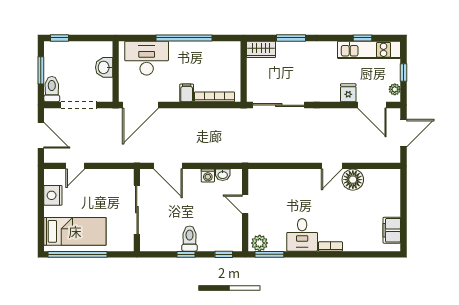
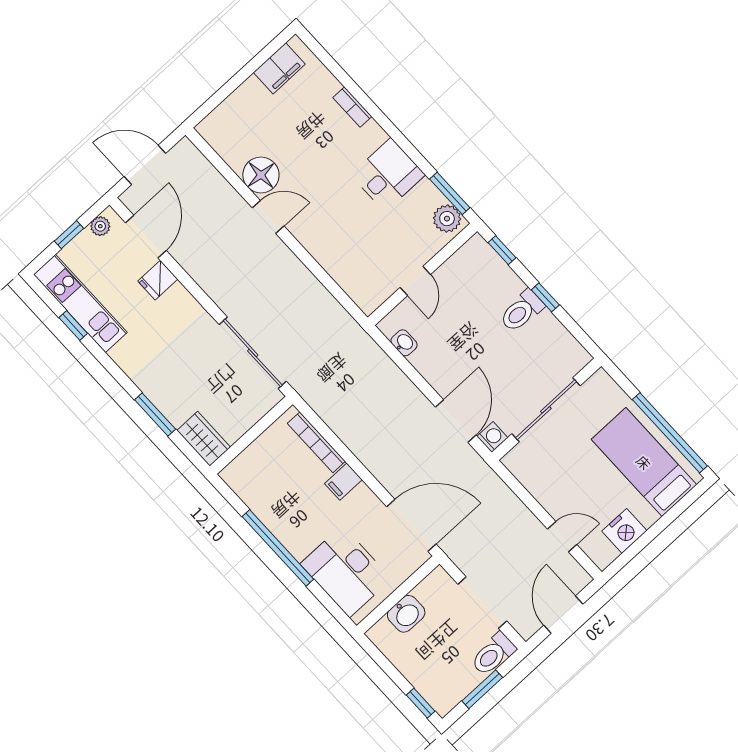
washing machine: (208, 176) -> (492, 437), moved
bookcase: (330, 246) -> (352, 107), moved

